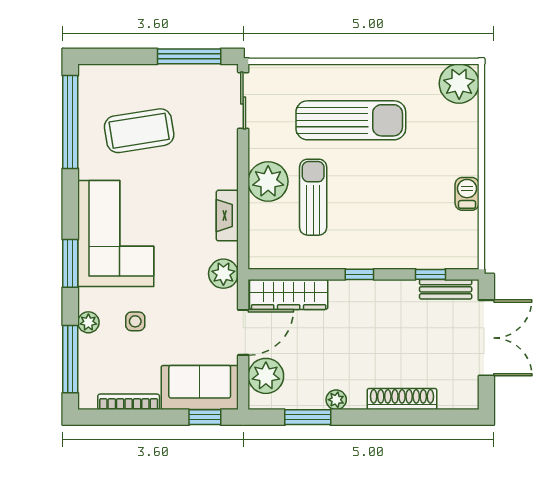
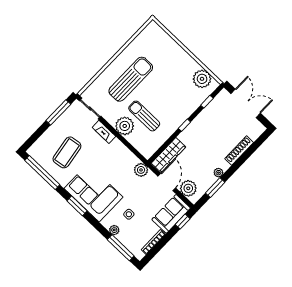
plant: (459, 84) -> (202, 79), moved
barbecue: (467, 194) -> (192, 64), removed
fireplace: (227, 216) -> (104, 132), moved
window: (70, 263) -> (77, 206), moved
bench: (446, 289) -> (217, 101), removed

